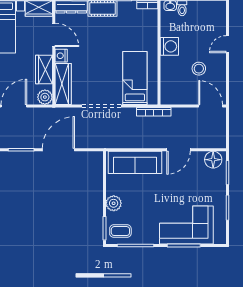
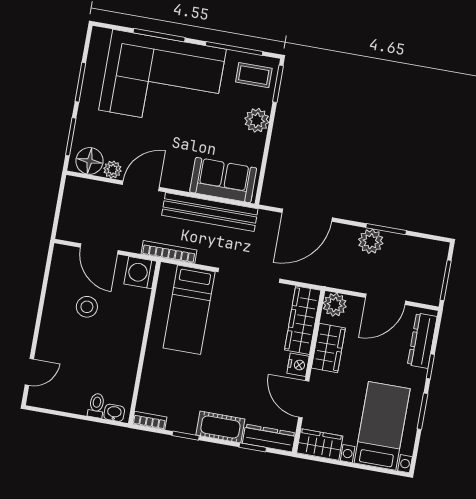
door: (227, 44) -> (29, 372), moved
washing machine: (169, 46) -> (140, 273), moved
door: (211, 106) -> (99, 249), moved
plant: (29, 140) -> (371, 241), added
bench: (133, 141) -> (210, 212), added
door: (58, 150) -> (307, 215), moved
plant: (198, 157) -> (112, 170), added
sofa: (135, 162) -> (223, 180), width x0.73
corner sofa: (186, 225) -> (162, 80), width x1.36, depth x1.36

